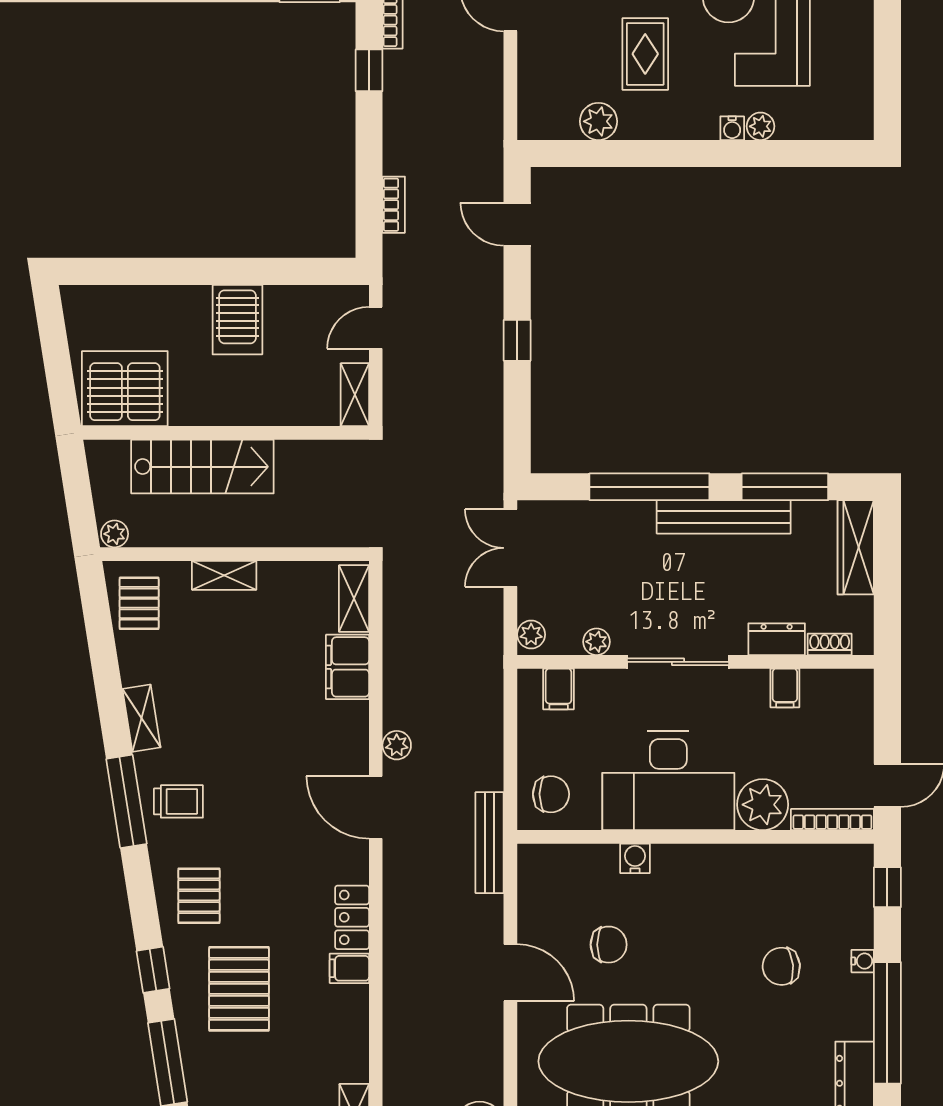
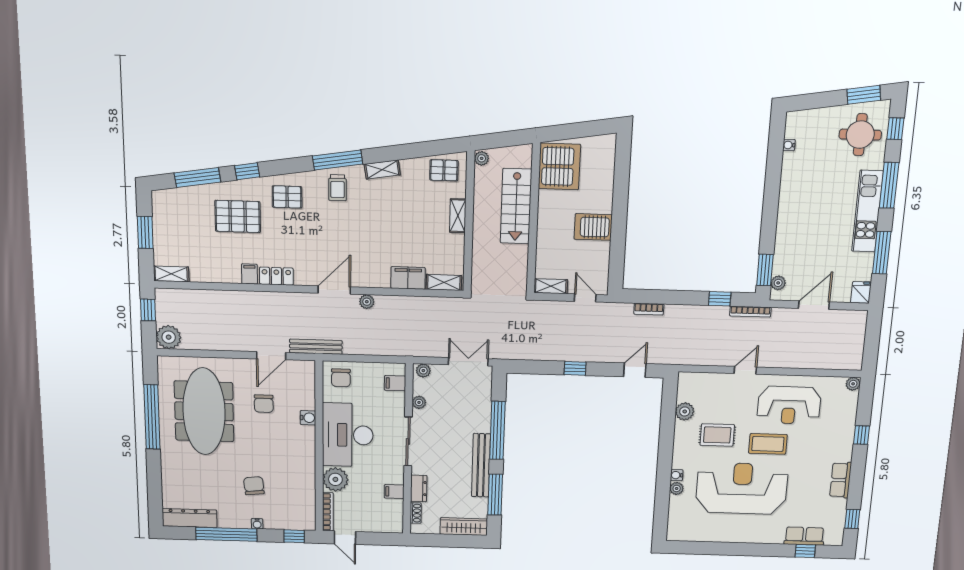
door: (510, 973) -> (271, 356), moved

